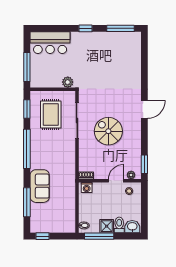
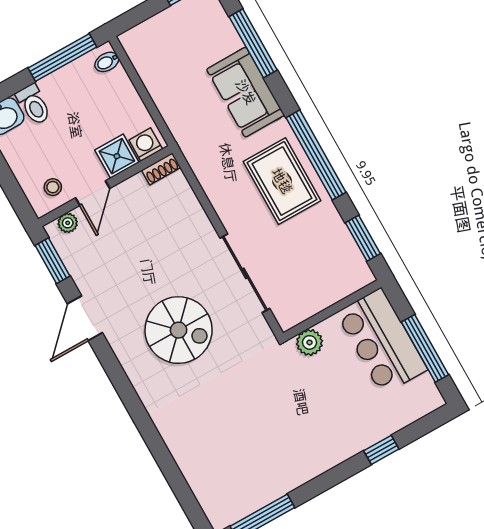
window: (85, 28) -> (381, 450), moved
bar counter: (50, 43) -> (382, 341), moved, turned -90
window: (27, 67) -> (425, 348), moved
door: (144, 109) -> (85, 318), moved
rug: (51, 114) -> (282, 181), moved
spiral stairs: (108, 131) -> (179, 330), moved
shower: (107, 226) -> (117, 156), moved

